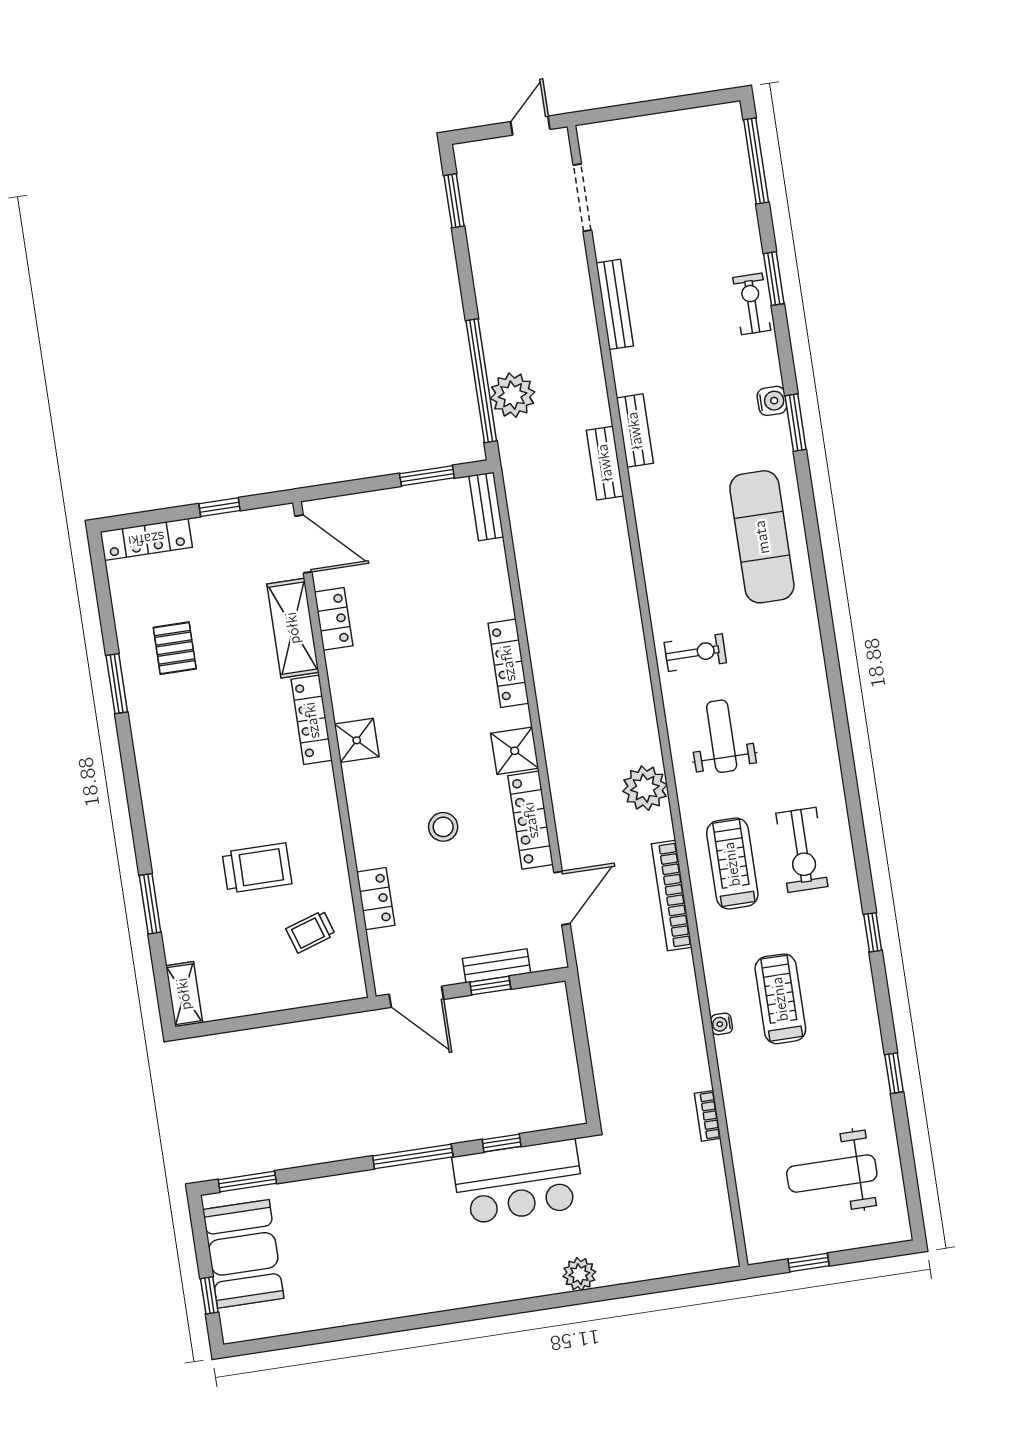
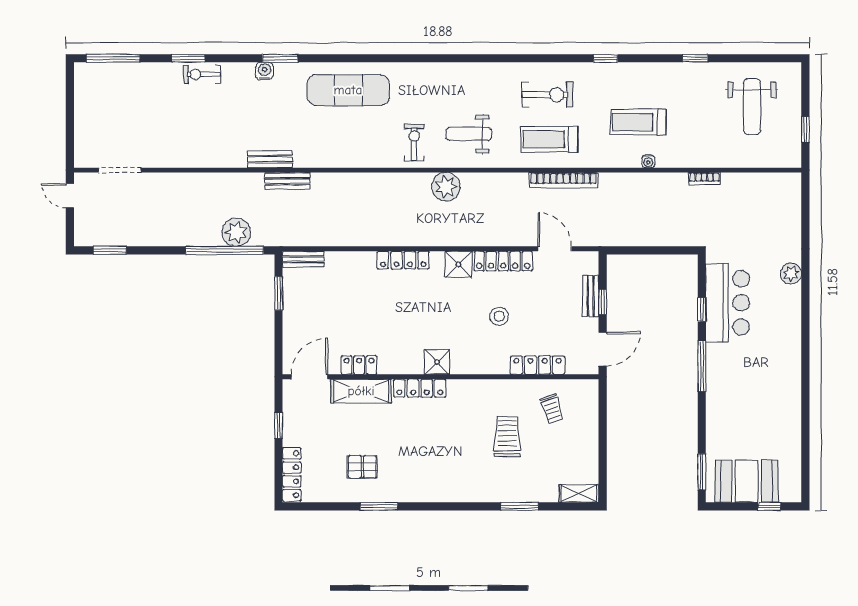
bench: (615, 304) -> (189, 160), removed
plant: (645, 788) -> (446, 187), moved
locker: (376, 899) -> (538, 365), width x1.53

